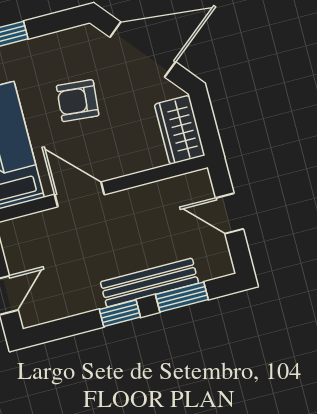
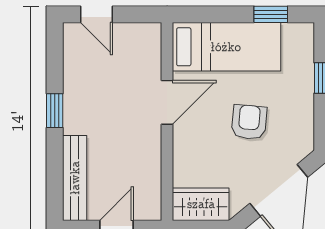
bench: (149, 283) -> (75, 178), moved
window: (182, 297) -> (55, 168), removed

